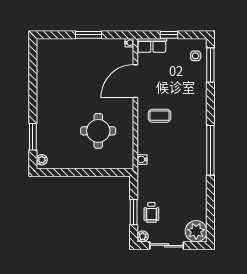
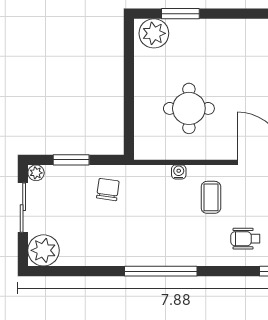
water cooler: (142, 159) -> (179, 172), moved
plant: (42, 160) -> (154, 33), width x1.88, depth x1.88
chair: (154, 187) -> (108, 190), added
wheelchair: (151, 212) -> (245, 239), moved

